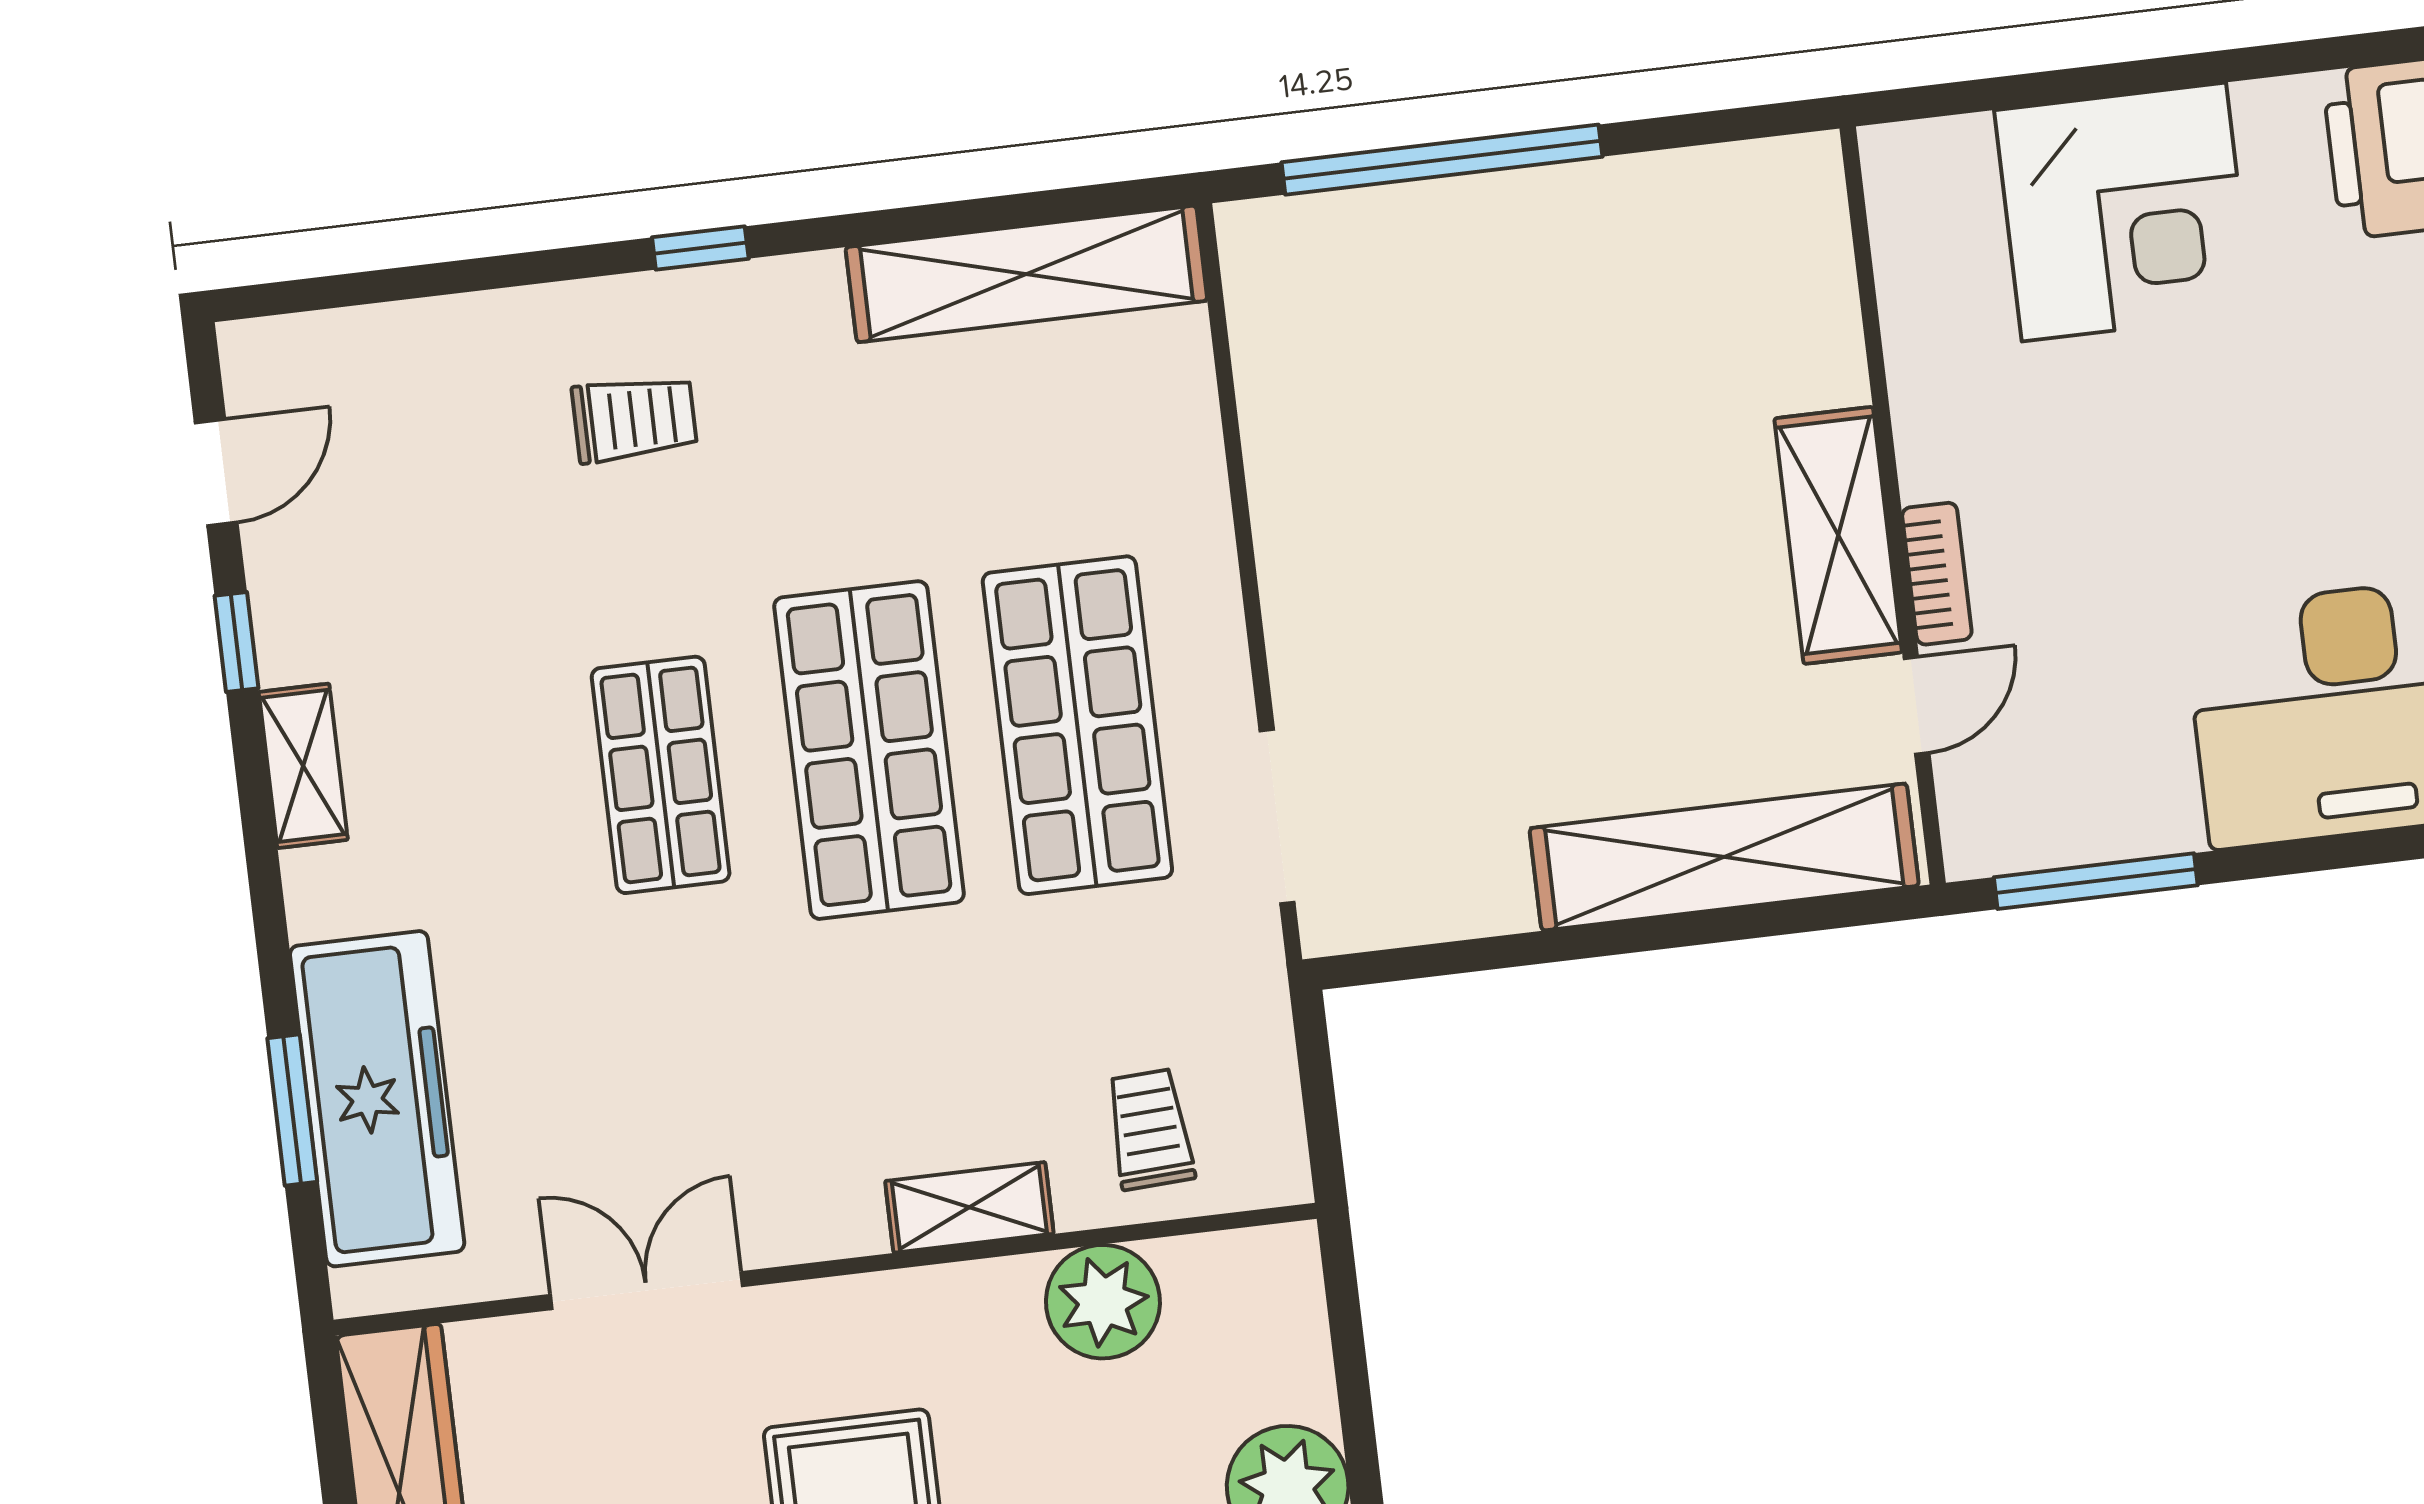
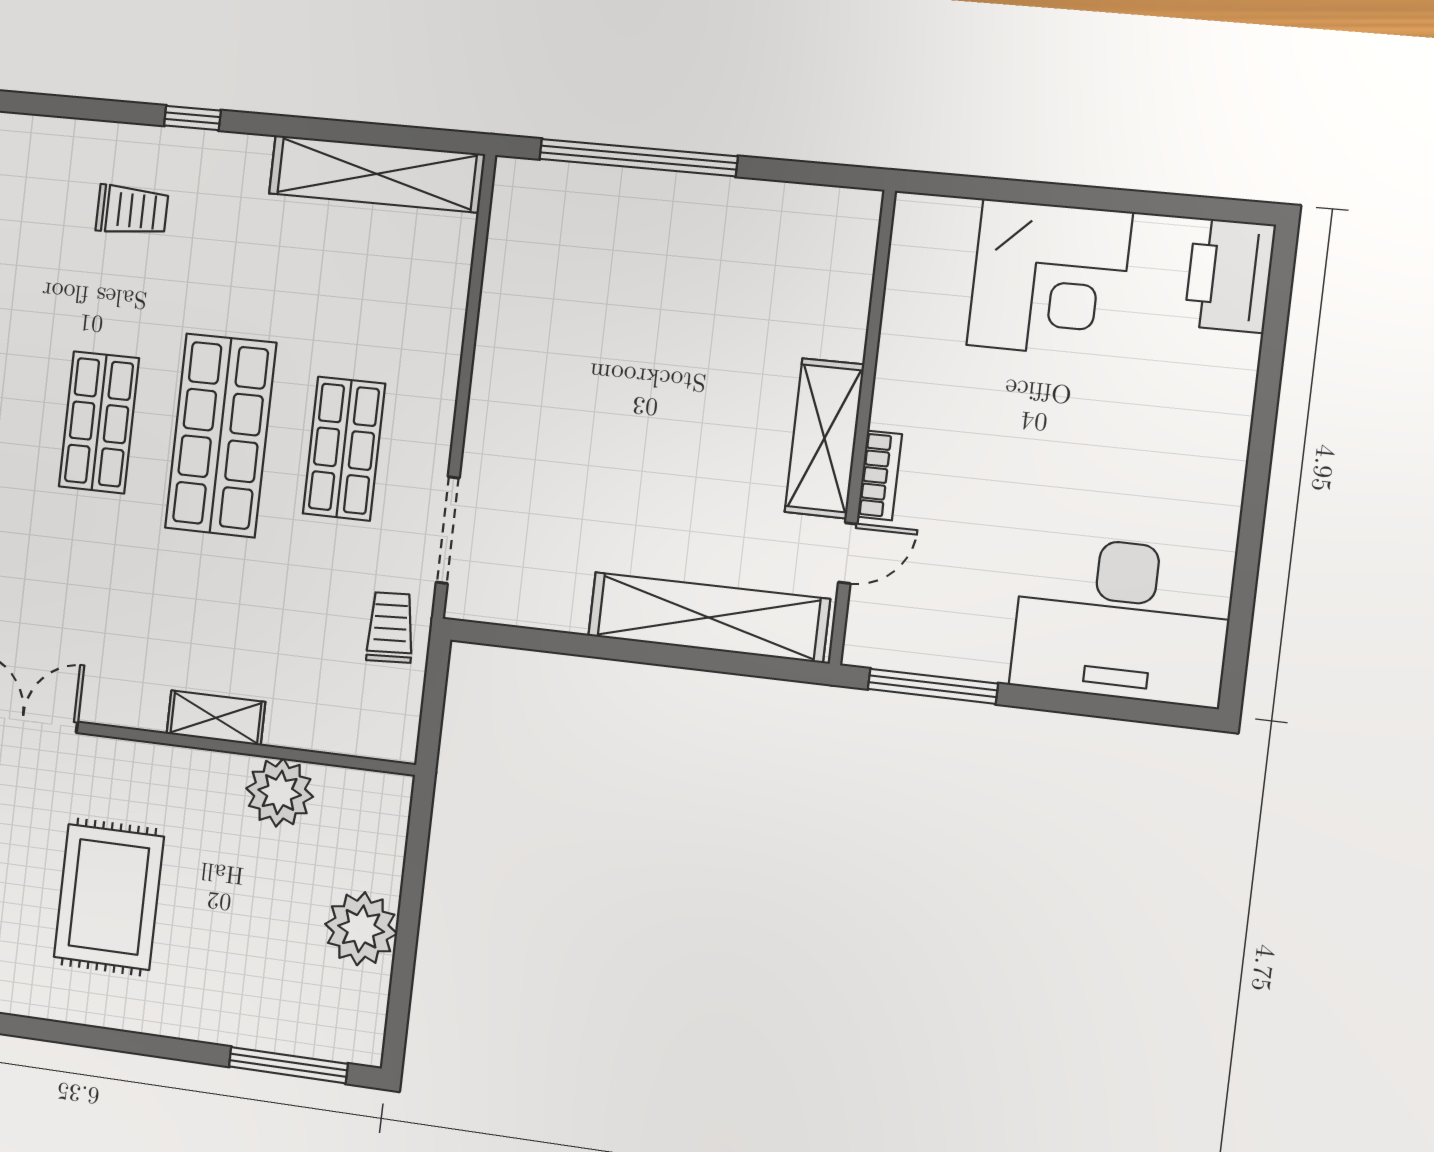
shop shelf: (1077, 725) -> (344, 449), width x0.70, depth x0.74
trolley: (1150, 1129) -> (390, 627), moved

